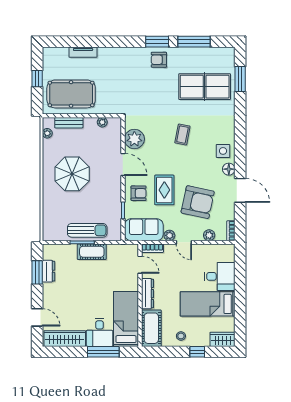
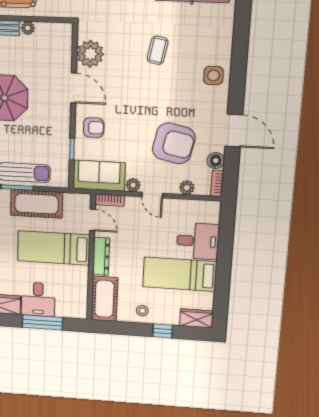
plant: (102, 122) -> (28, 28), moved
floor lamp: (229, 169) -> (216, 161), moved
rug: (164, 190) -> (129, 125), removed
cot: (92, 252) -> (37, 204), width x1.37, depth x1.34
bed: (126, 319) -> (54, 248), moved, turned -90

